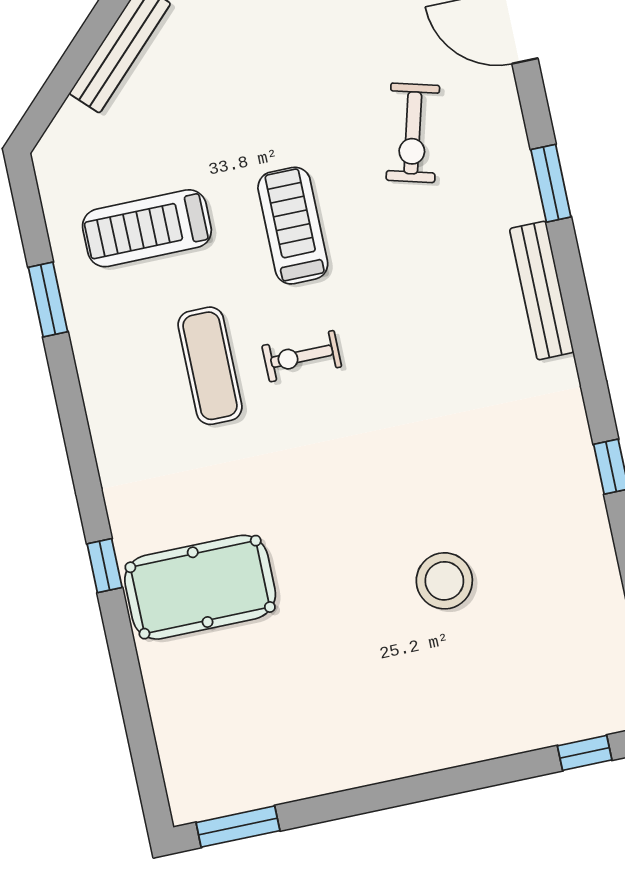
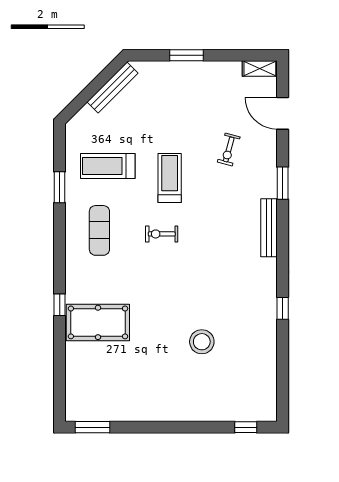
exercise bike: (413, 133) -> (229, 149), width x0.73, depth x0.72
exercise mat: (210, 366) -> (99, 230), moved

